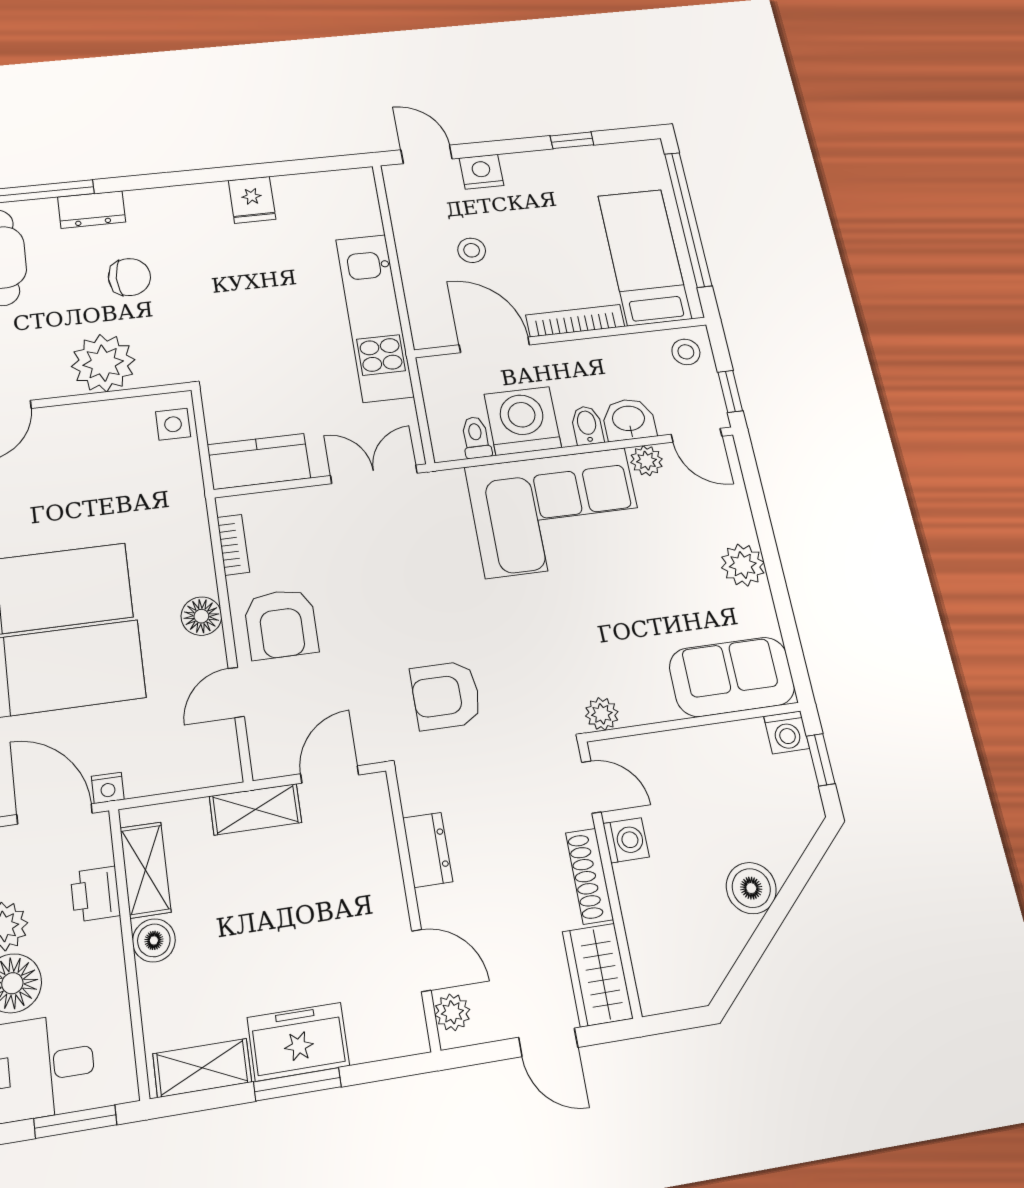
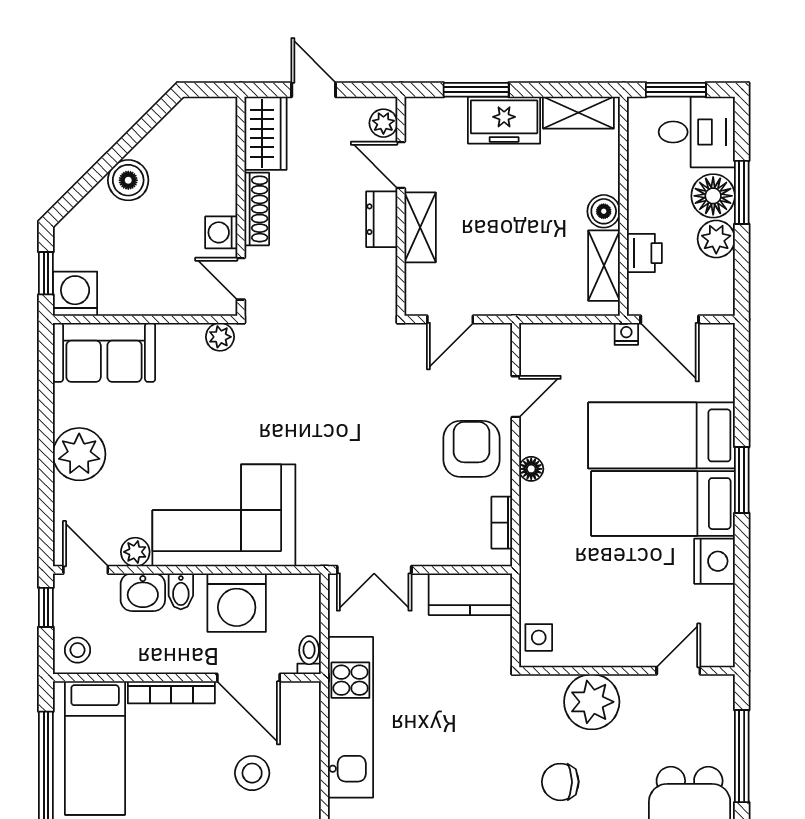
stool: (472, 250) -> (252, 773), width x1.37, depth x1.37
toilet: (476, 437) -> (309, 655), moved, turned 180
plant: (743, 565) -> (79, 454), width x1.36, depth x1.36
floor lamp: (201, 616) -> (531, 469), width x0.73, depth x0.73
armchair: (446, 695) -> (346, 370), removed
washing machine: (787, 732) -> (75, 294), width x1.38, depth x1.38
shelving: (255, 809) -> (420, 227), moved, turned 90
dresser: (428, 850) -> (382, 219), moved
window: (297, 1084) -> (476, 90), moved

